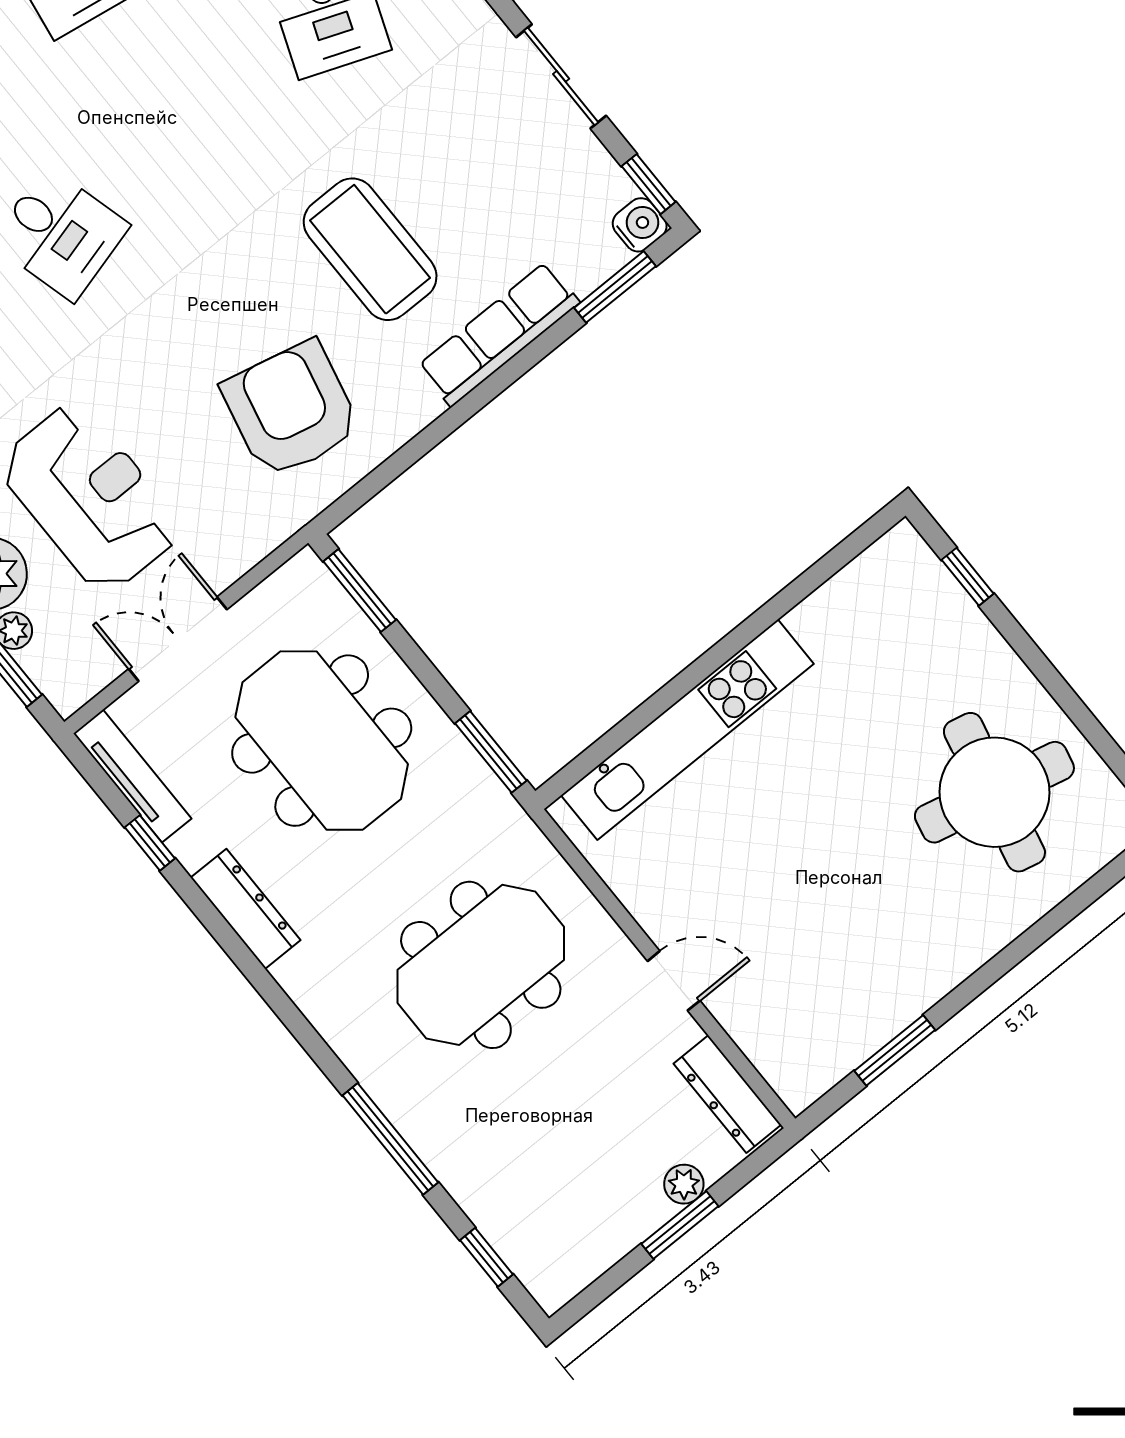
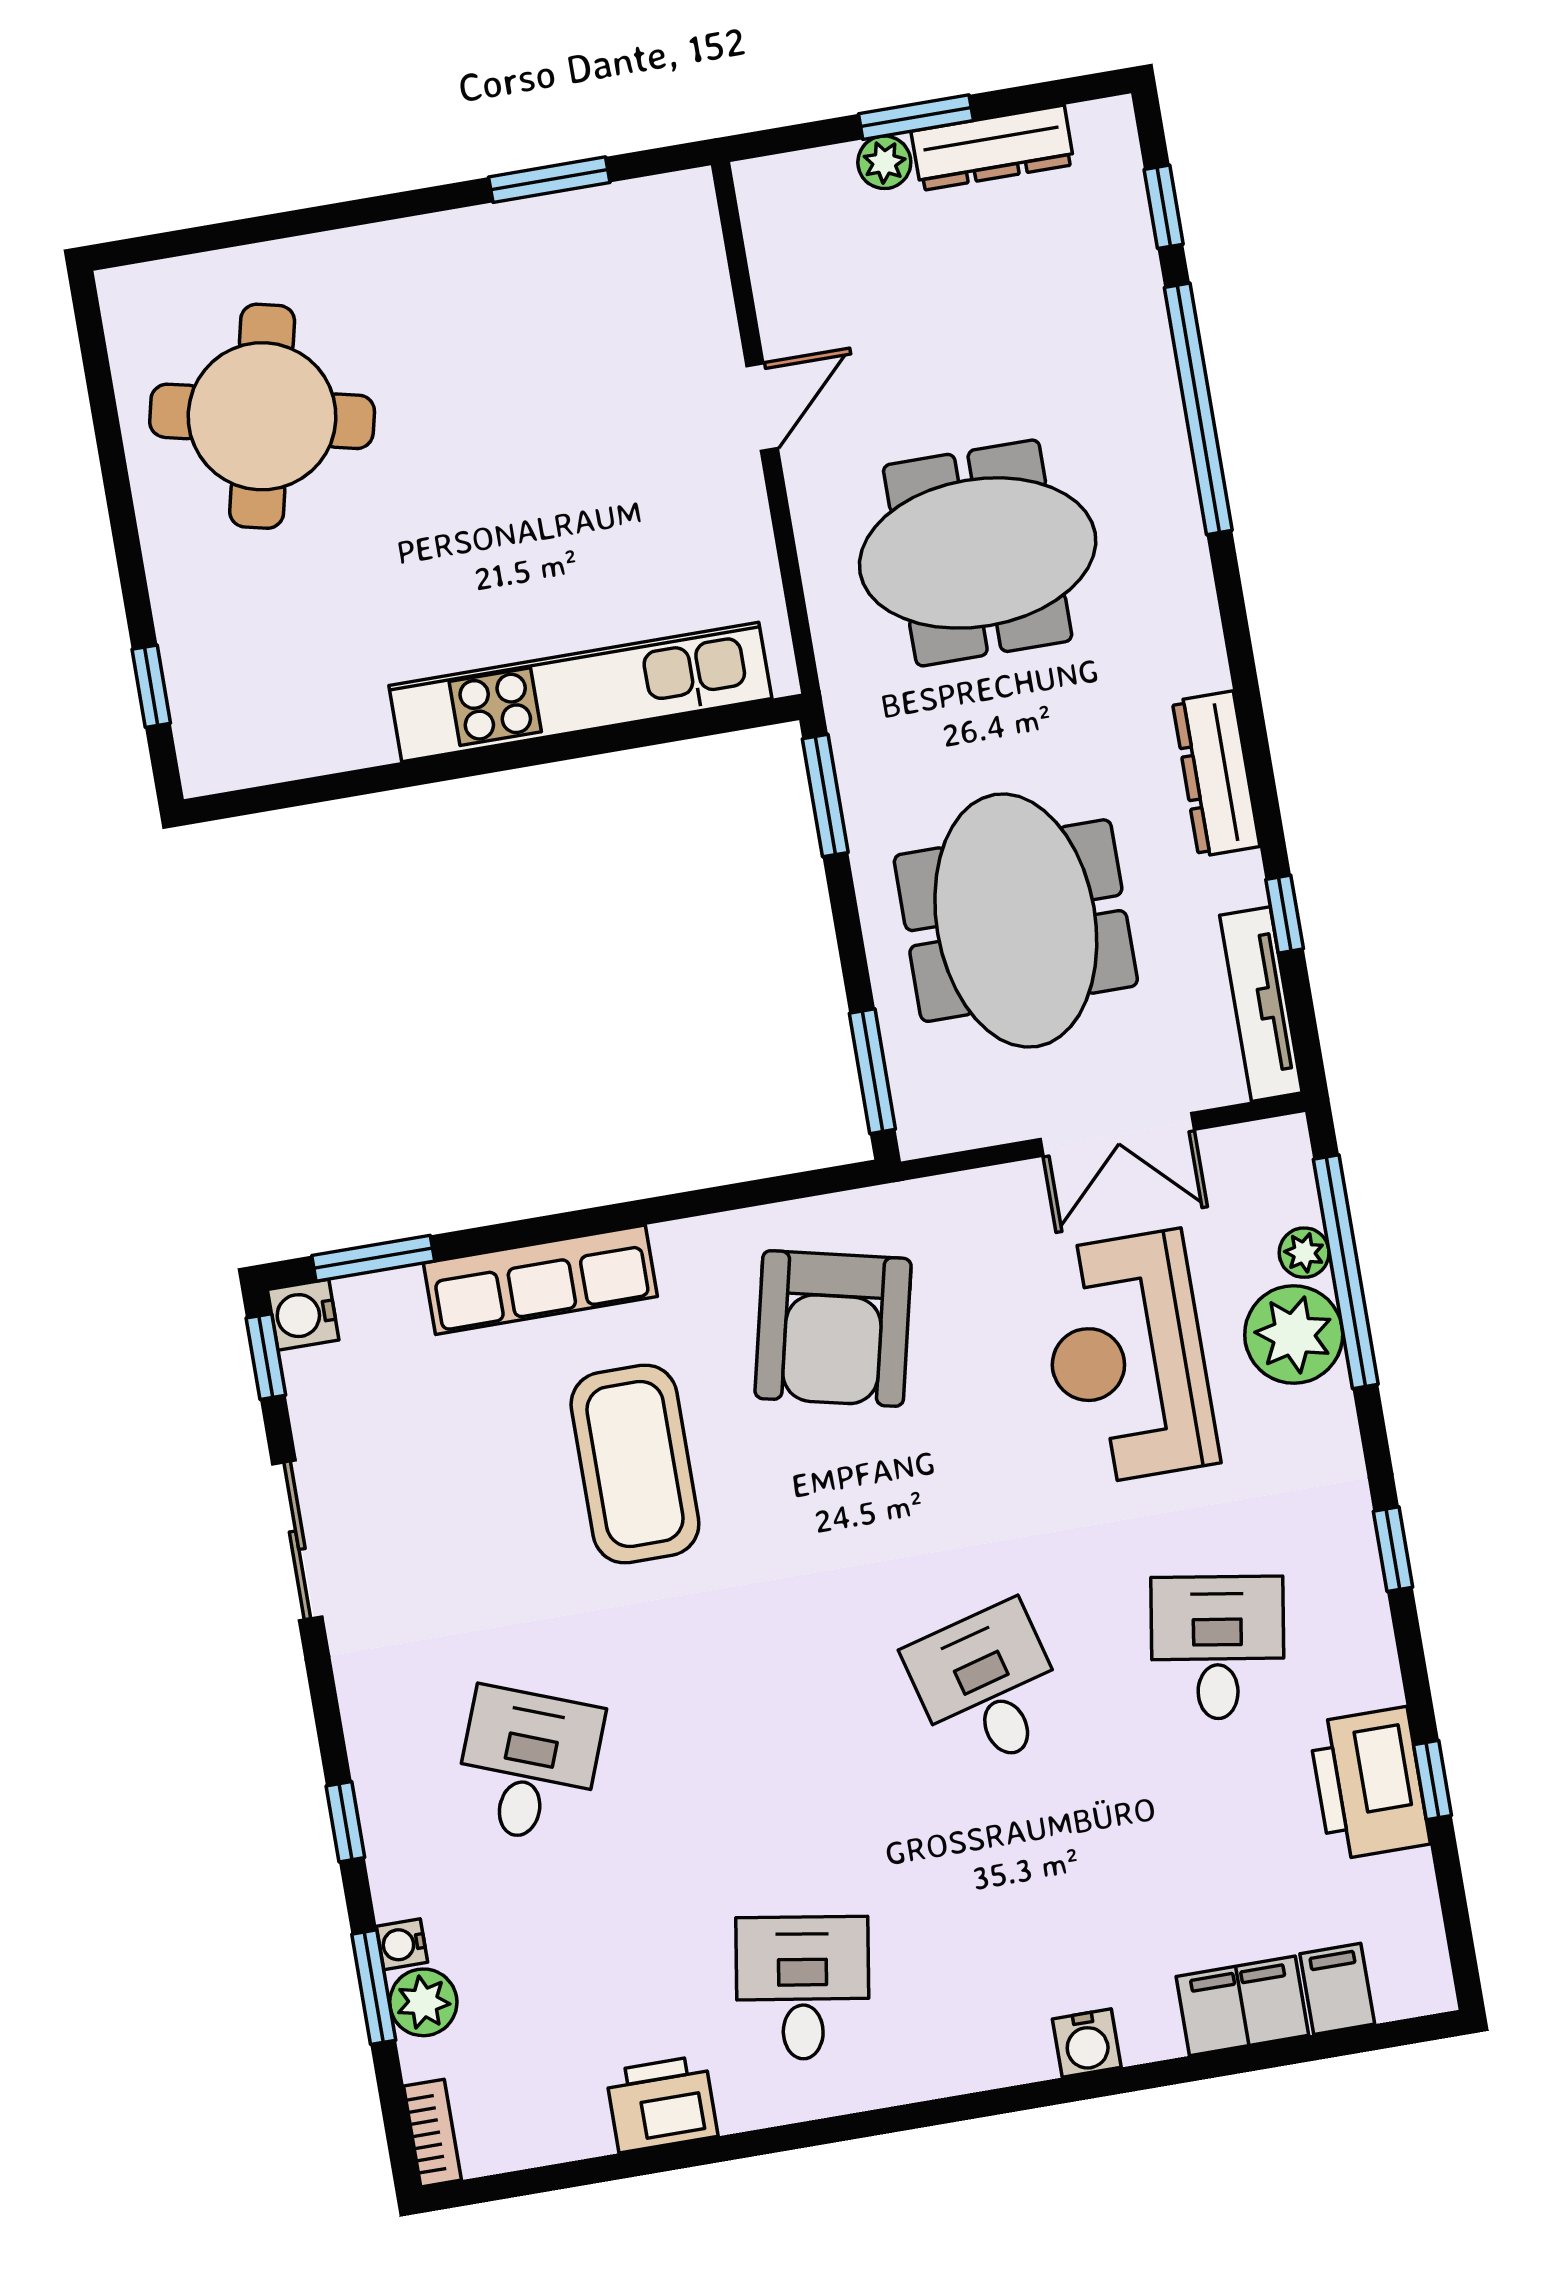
door: (674, 981) -> (762, 407), swing flipped
dresser: (727, 1094) -> (993, 148), moved, turned 90
window: (390, 1139) -> (1198, 409), width x1.46

